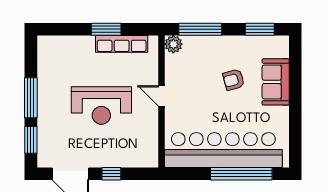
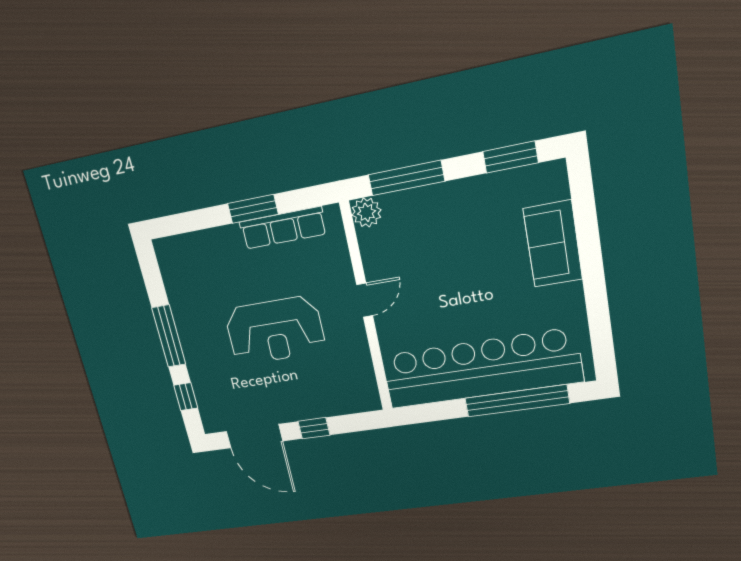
armchair: (234, 80) -> (479, 253), removed
door: (162, 96) -> (365, 300), swing flipped
window: (31, 140) -> (186, 397), width x0.67

